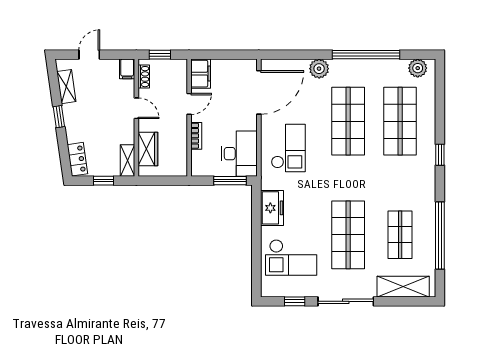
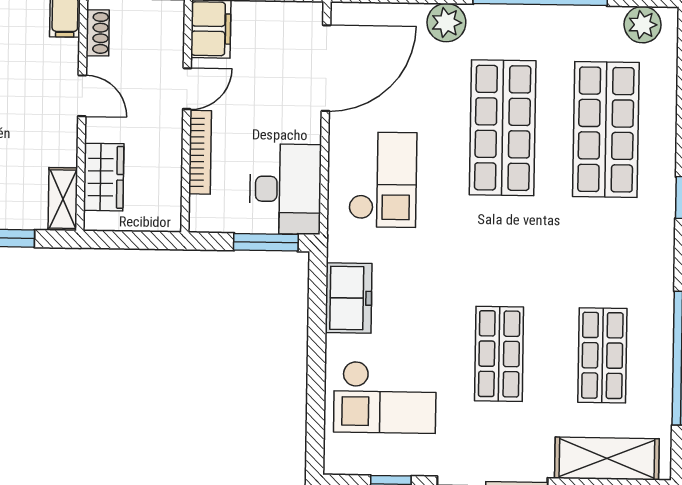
bookcase: (196, 136) -> (200, 152), width x1.56
shop shelf: (348, 235) -> (499, 354), width x0.70, depth x0.74

